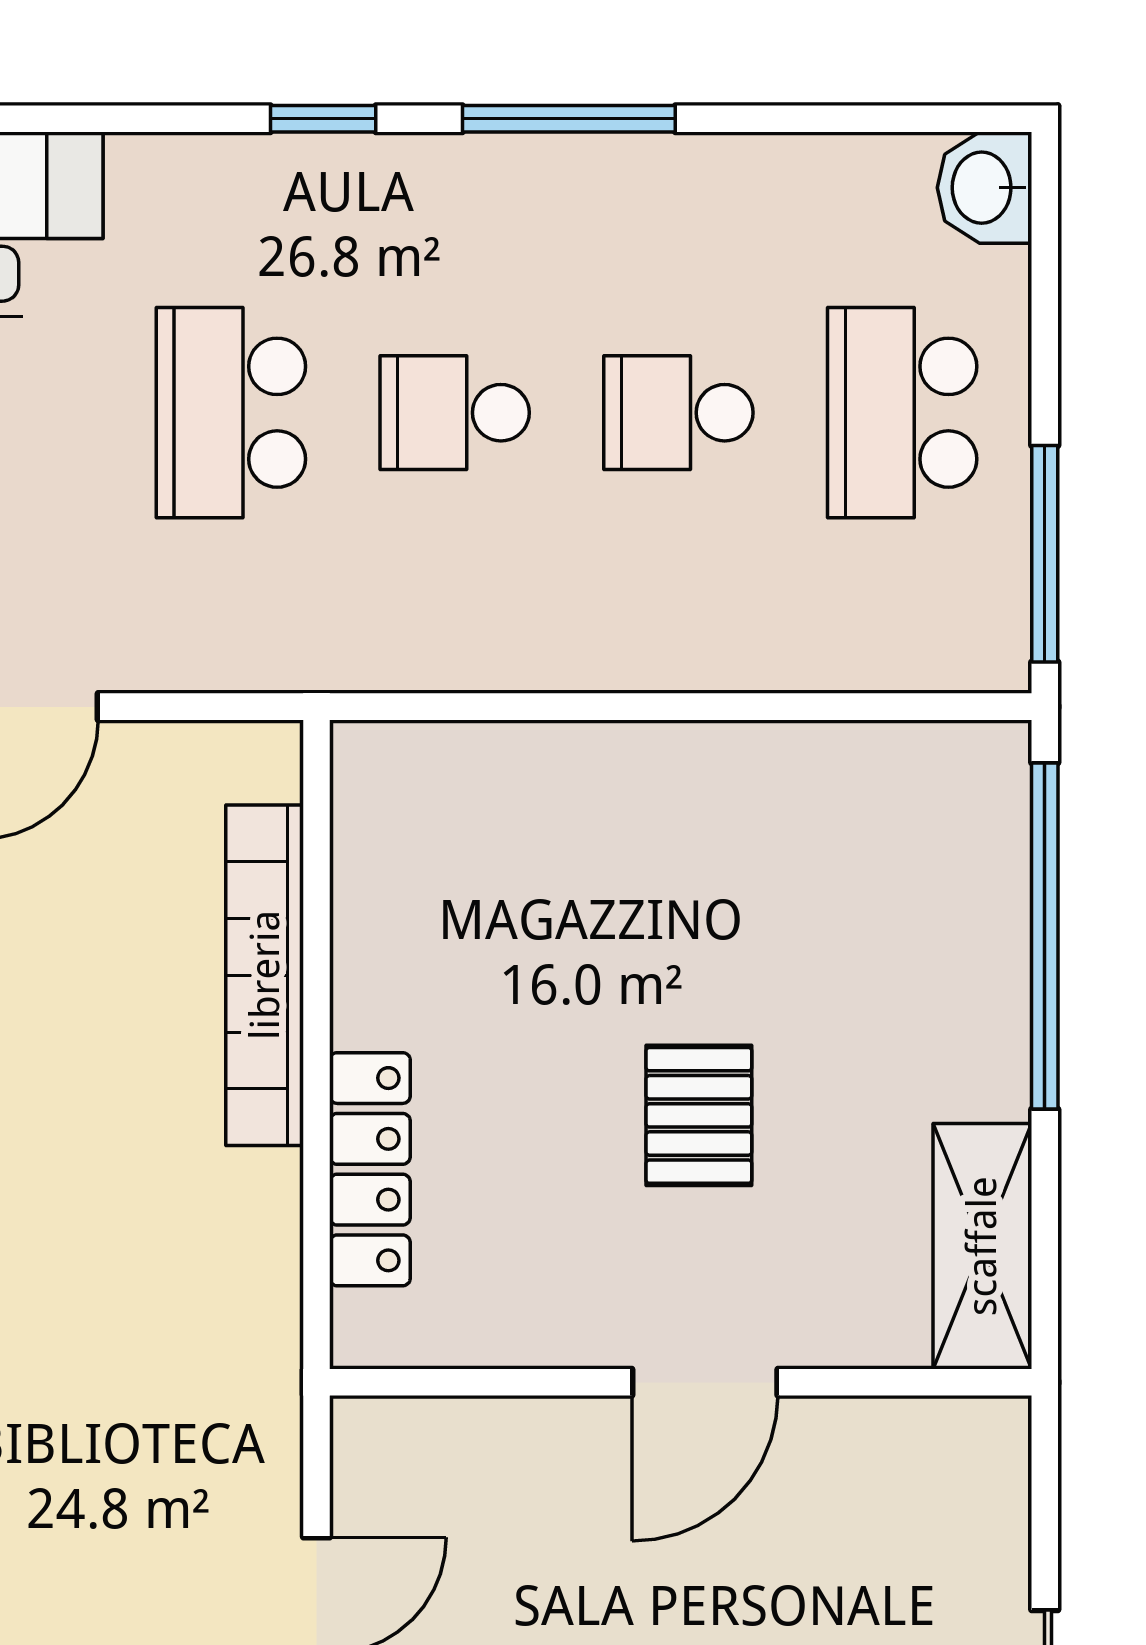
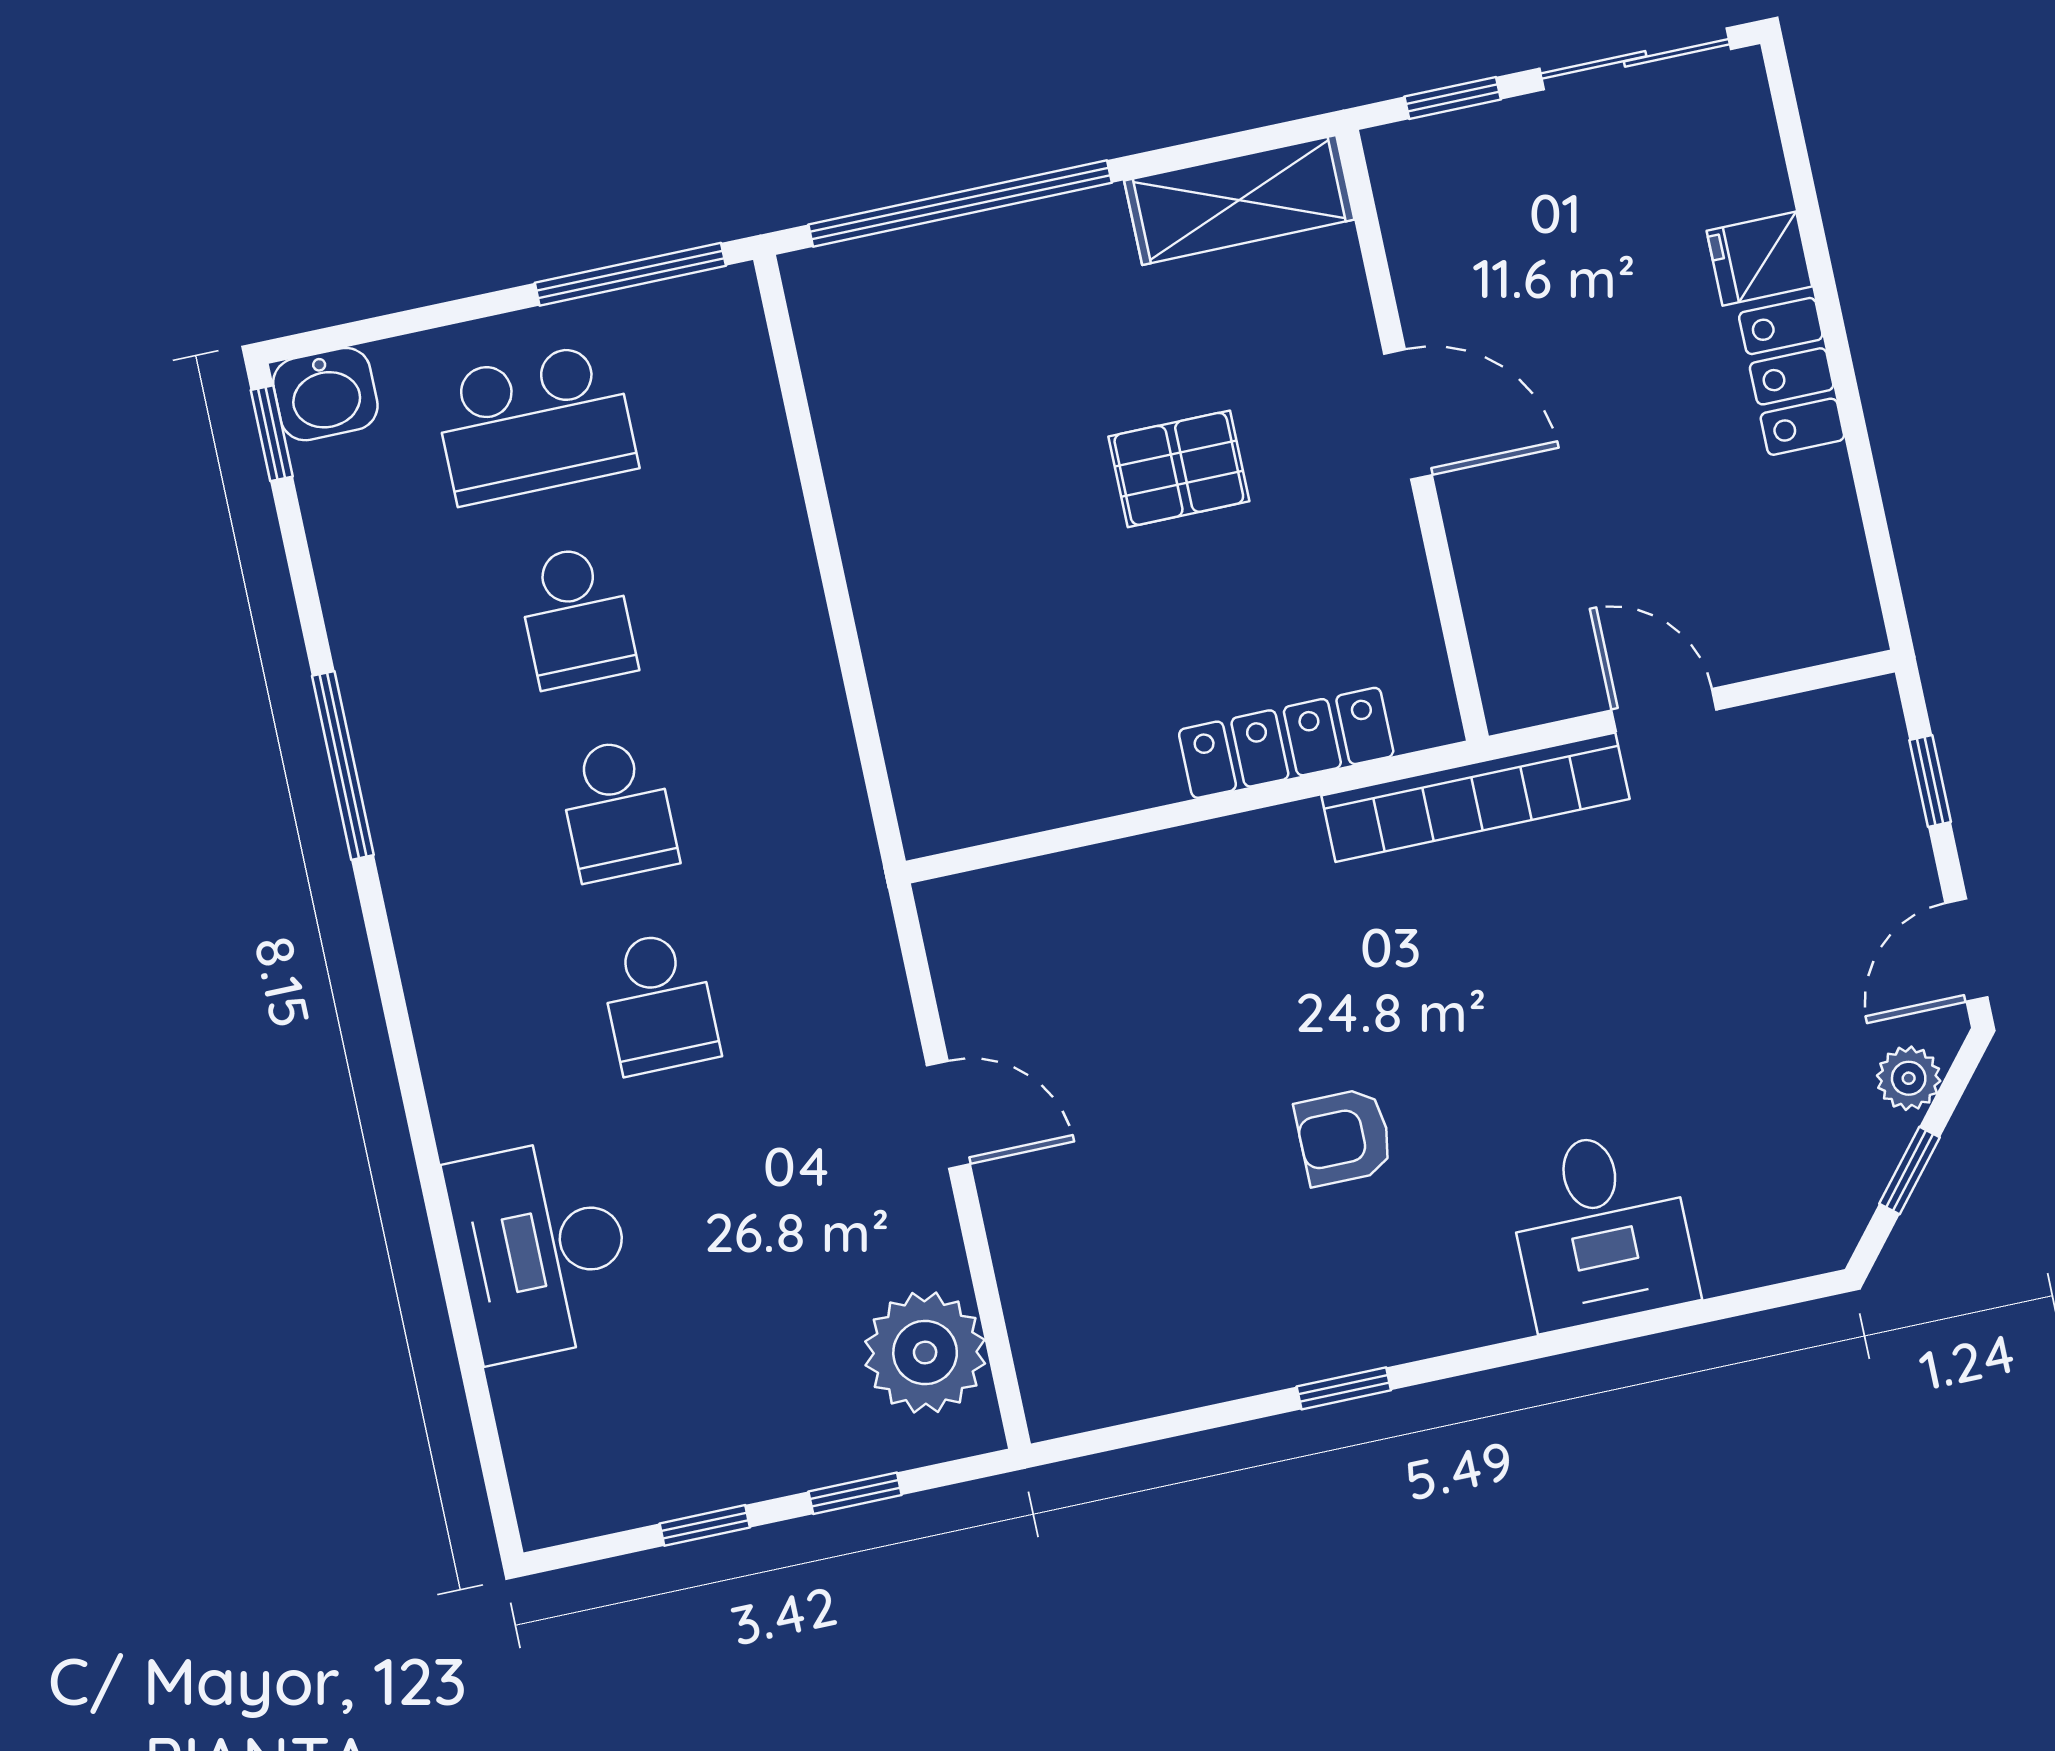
window: (323, 119) -> (272, 433), moved
school desk: (231, 413) -> (659, 1003), width x0.54
bookcase: (265, 975) -> (1475, 797), moved
window: (1045, 1507) -> (1453, 98), added

